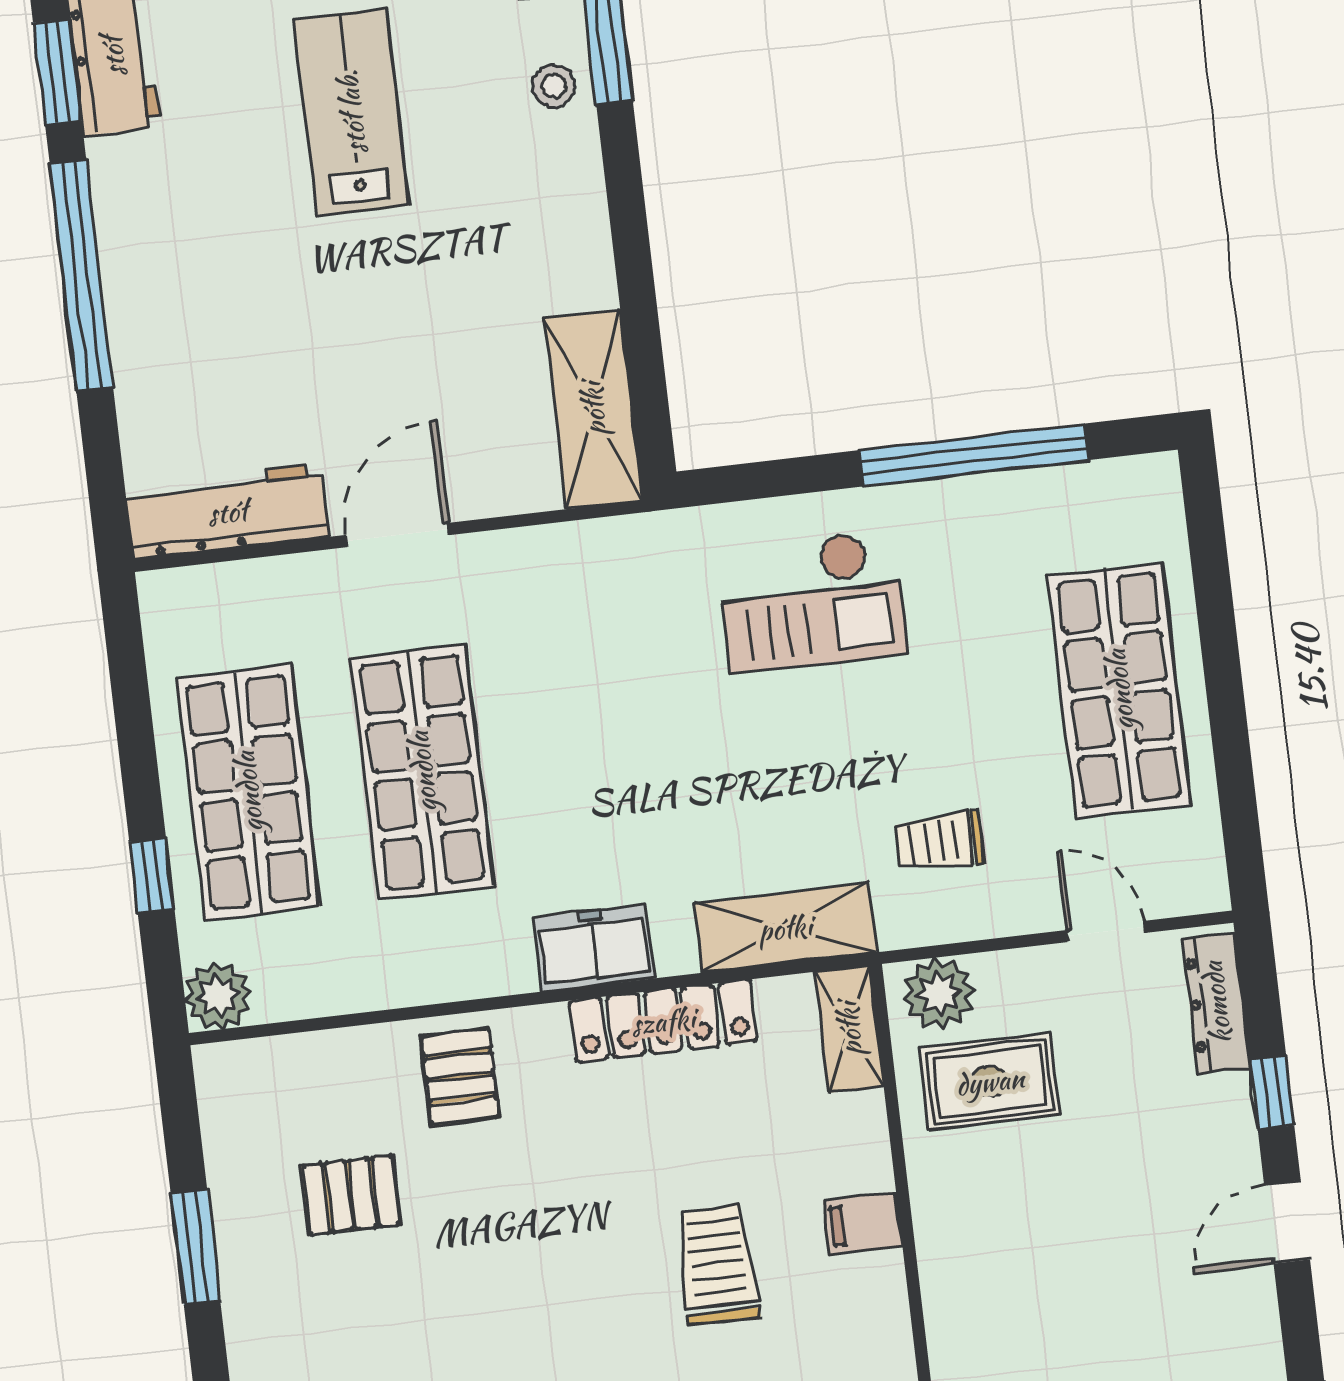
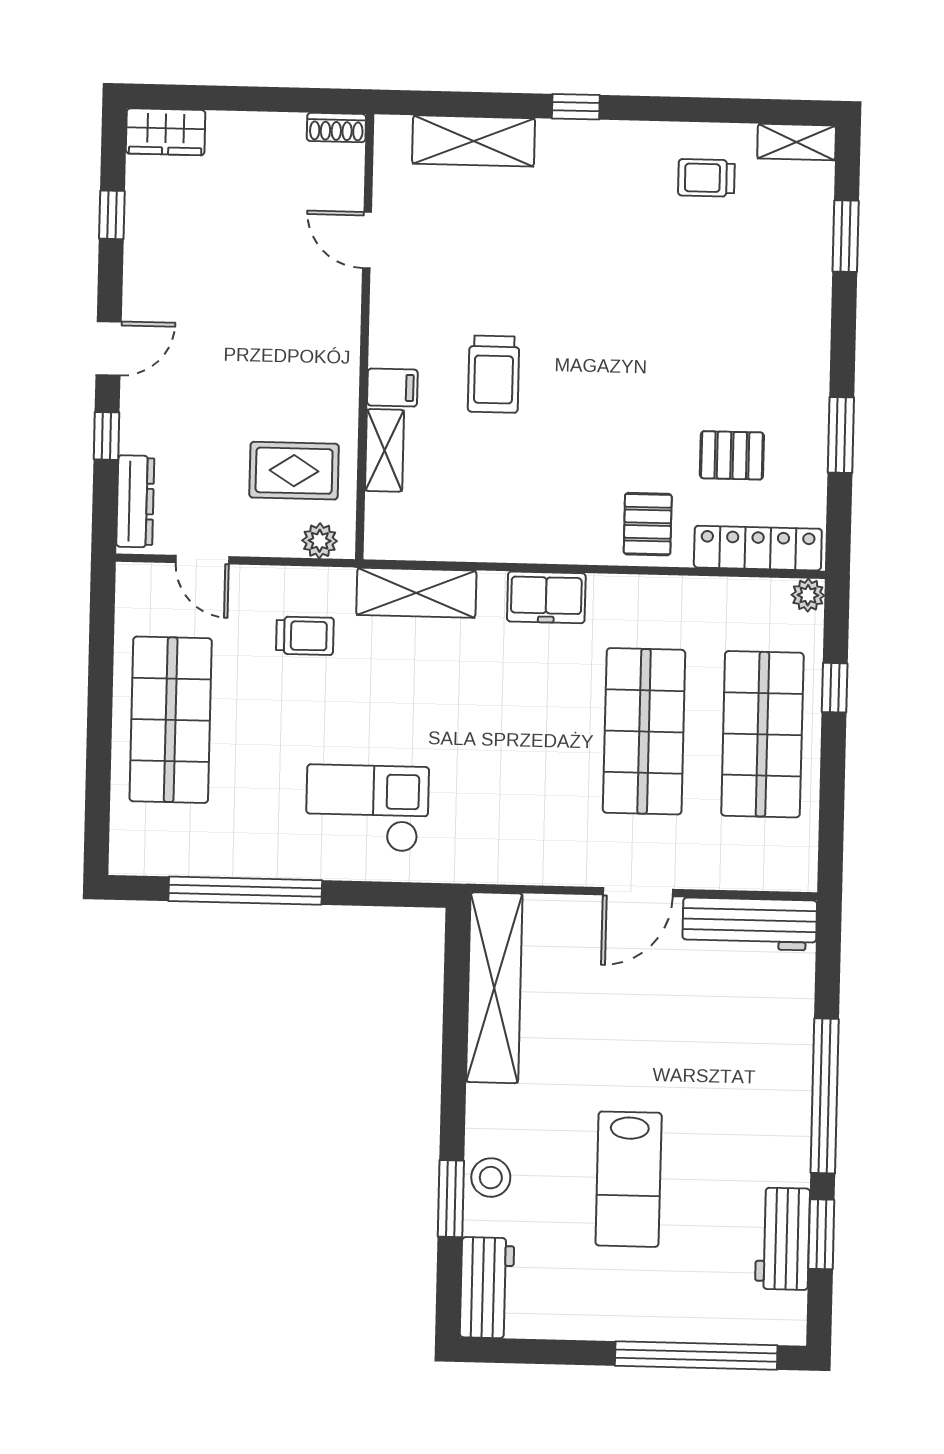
stool: (554, 86) -> (491, 1178), width x1.37, depth x1.37
shelving: (593, 409) -> (494, 988), width x1.47
plant: (939, 993) -> (320, 541), width x0.73, depth x0.73
plant: (218, 996) -> (808, 595), width x0.73, depth x0.73
locker: (663, 1021) -> (758, 548), moved
shelving: (849, 1029) -> (385, 450), moved

